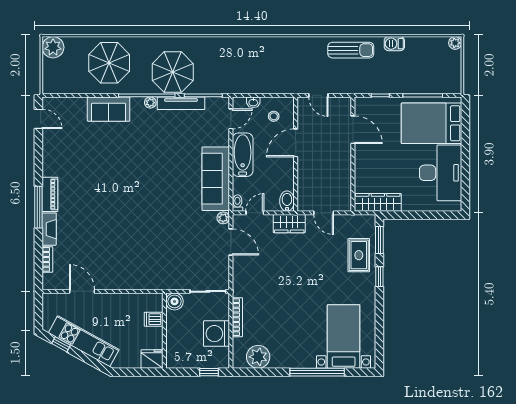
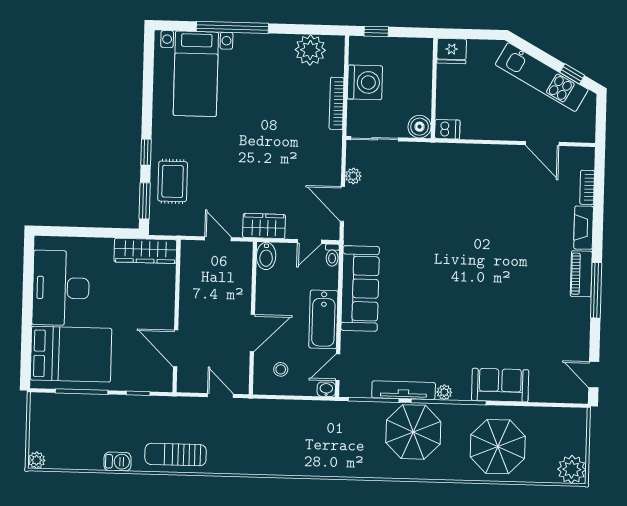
washbasin: (253, 102) -> (326, 389), moved
window: (38, 207) -> (596, 290), moved
plant: (223, 218) -> (353, 176), moved
dishwasher: (154, 319) -> (447, 129), moved

